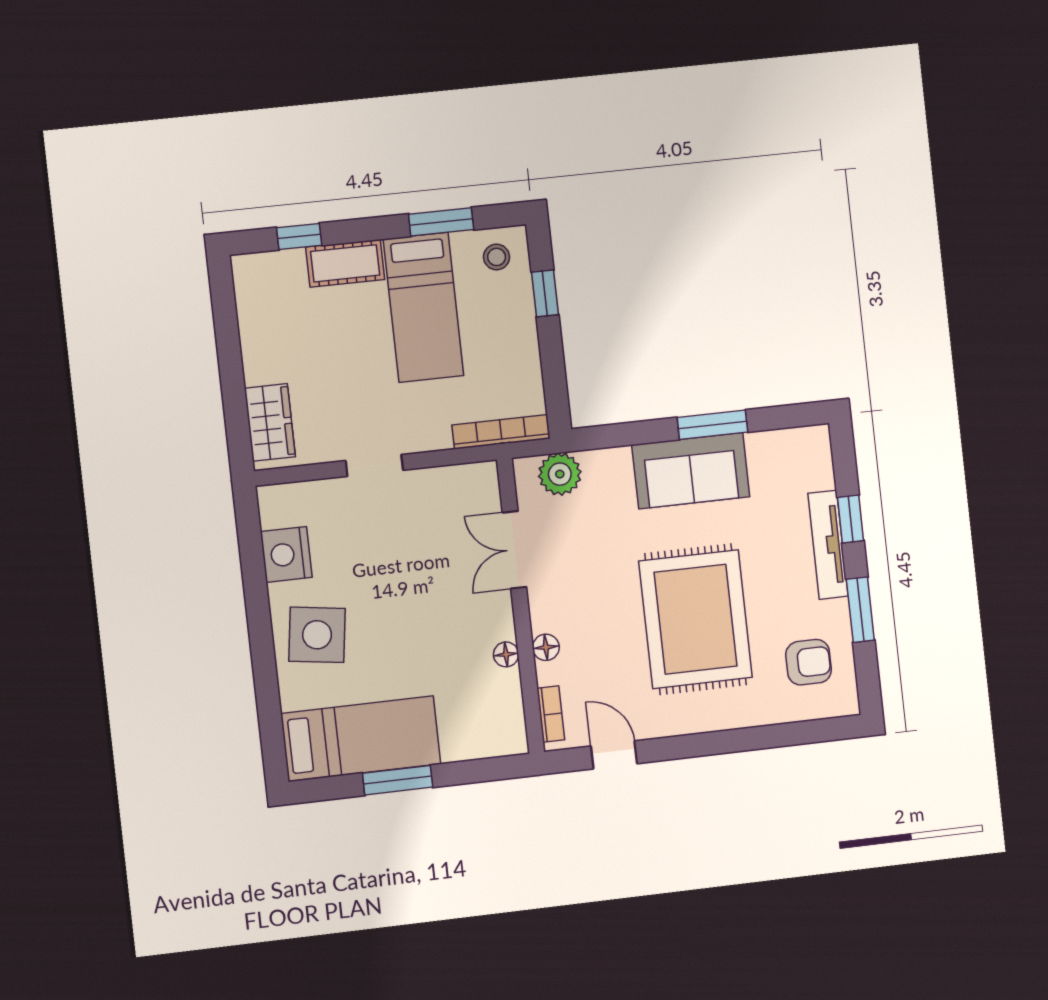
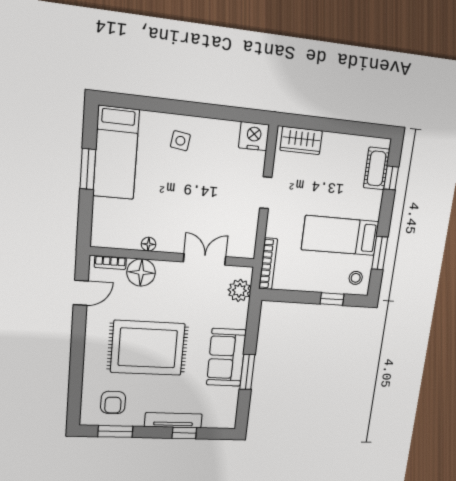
cot: (345, 263) -> (377, 168), moved
nightstand: (286, 554) -> (254, 136), moved
window: (860, 610) -> (115, 431), moved
side table: (317, 635) -> (180, 141), width x0.54, depth x0.54
floor lamp: (546, 647) -> (141, 272), width x1.89, depth x1.89

